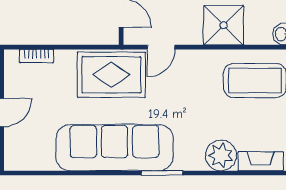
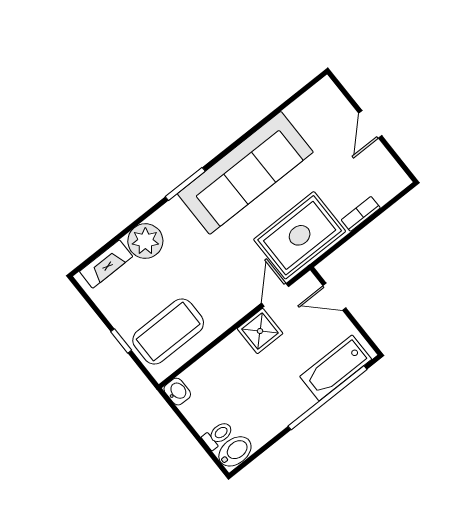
shower: (224, 25) -> (260, 331), moved, width x0.73, depth x0.73
bookcase: (36, 56) -> (361, 214), moved

